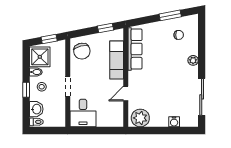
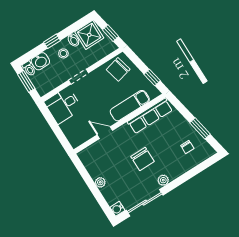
plant: (193, 60) -> (163, 180), moved
chair: (166, 77) -> (142, 159), added
plant: (140, 118) -> (100, 182), moved, width x0.53, depth x0.53
water cooler: (174, 122) -> (117, 209), moved
window: (45, 131) -> (26, 81), added

